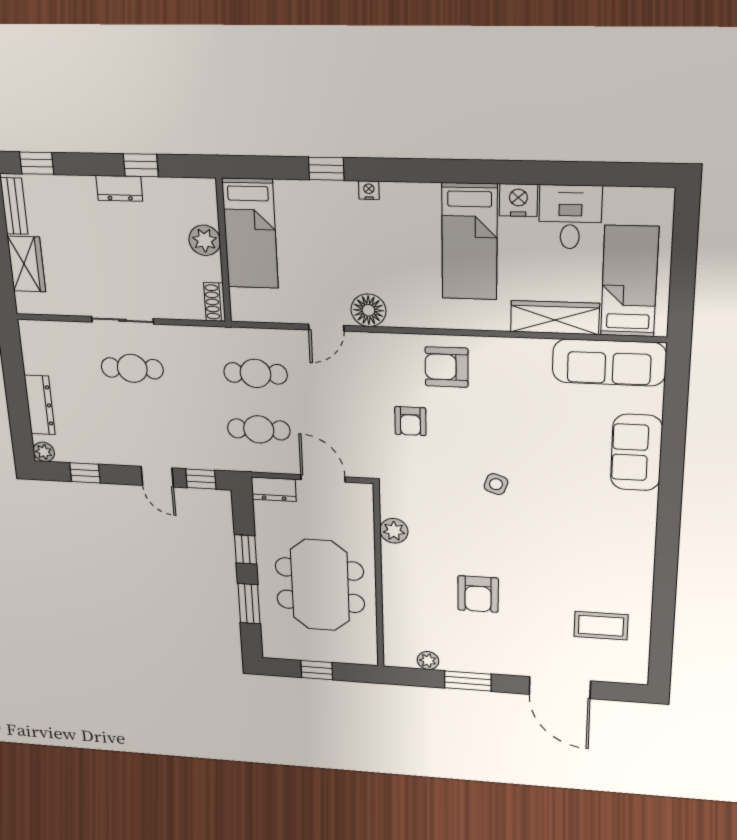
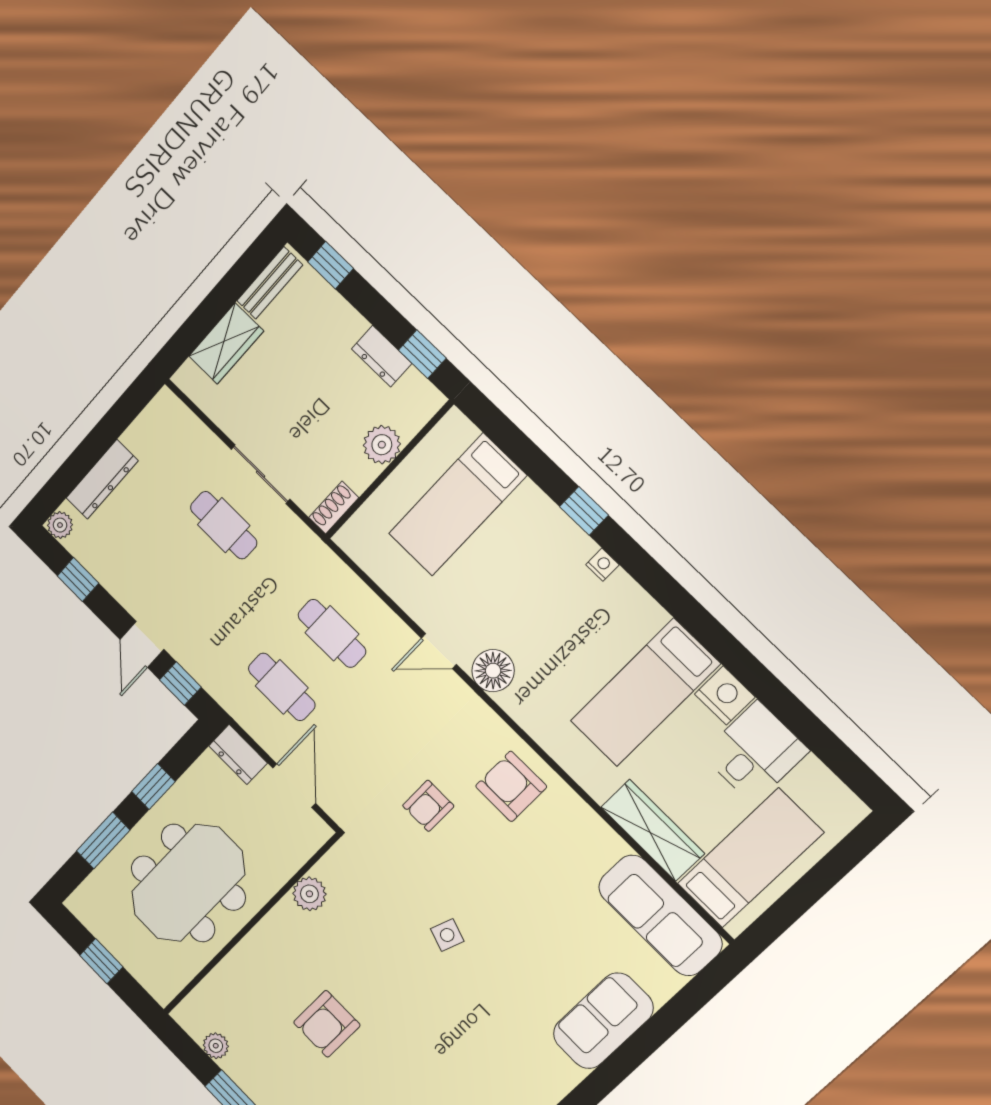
plant: (205, 240) -> (382, 445), moved
wall: (224, 251) -> (389, 470), moved
shoe rack: (215, 302) -> (334, 508), moved

